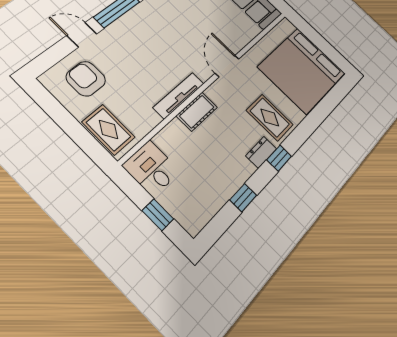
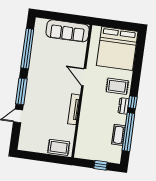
armchair: (86, 79) -> (35, 134), removed
cot: (197, 112) -> (118, 135), moved
desk: (151, 168) -> (85, 149), removed
window: (243, 198) -> (128, 132), width x3.17

